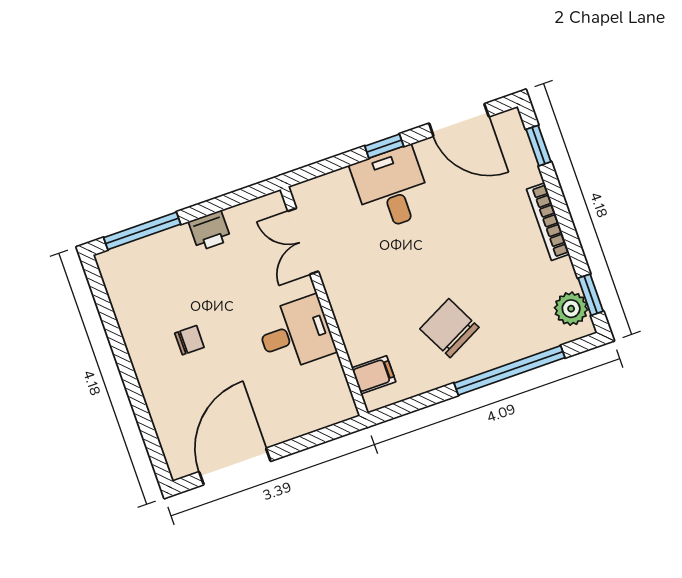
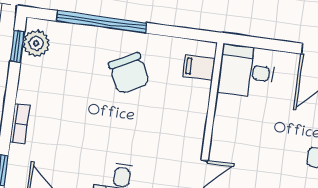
bookcase: (548, 222) -> (20, 124), width x0.64
desk: (296, 334) -> (246, 71), moved

